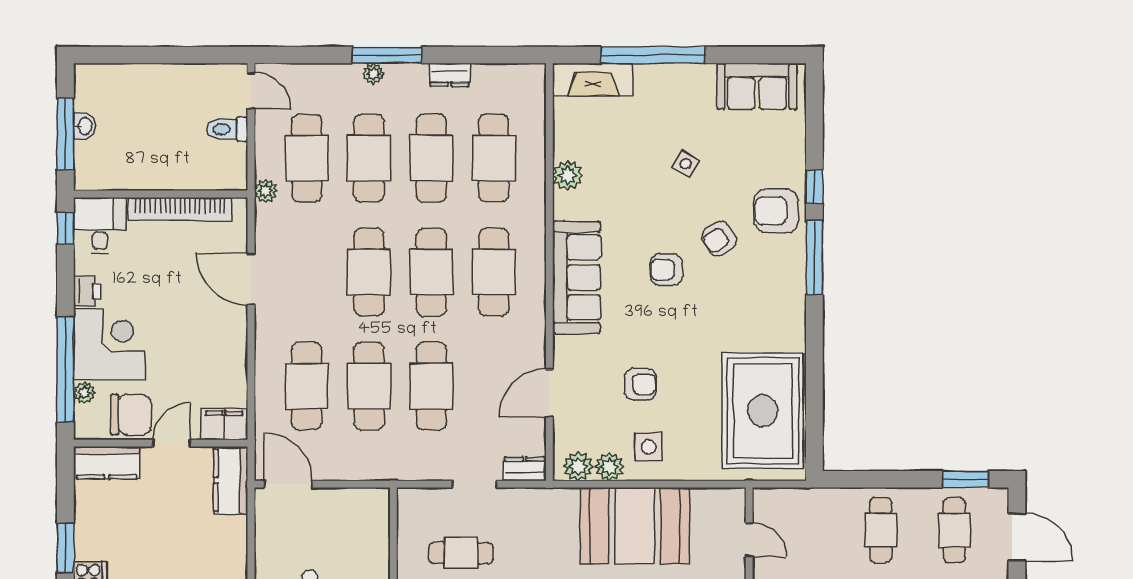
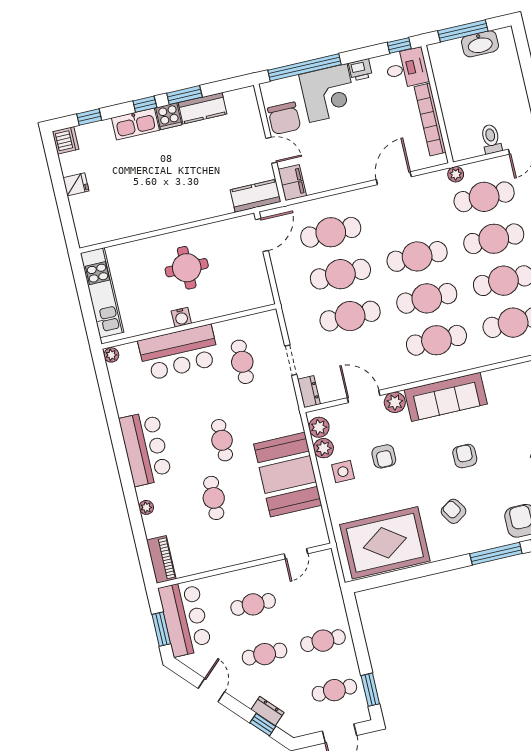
washbasin: (84, 126) -> (480, 44), width x1.91, depth x1.45
plant: (568, 175) -> (395, 402), moved
armchair: (719, 238) -> (454, 511), moved
plant: (84, 393) -> (292, 84), removed
kitchen counter: (107, 463) -> (203, 108), moved, turned -90

